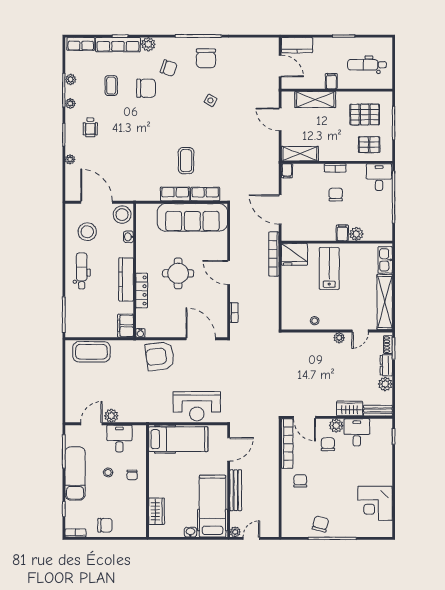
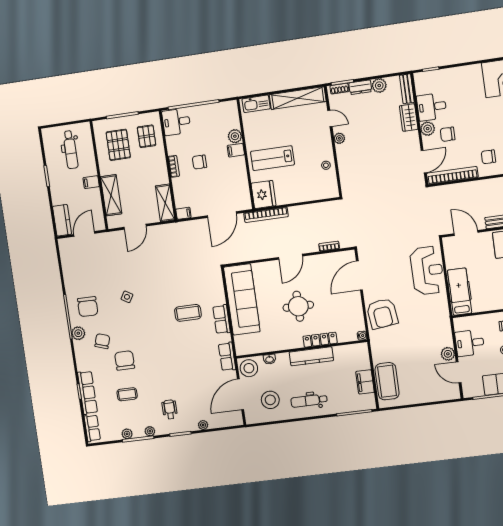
plant: (148, 44) -> (78, 333), moved
chair: (206, 58) -> (88, 307), turned 91
wheelchair: (90, 127) -> (170, 409), turned -90
row of seats: (205, 194) -> (227, 357), moved
filing cabinet: (126, 326) -> (365, 382), moved, turned 90
hospital bed: (178, 439) -> (460, 292), width x0.73, depth x0.78

